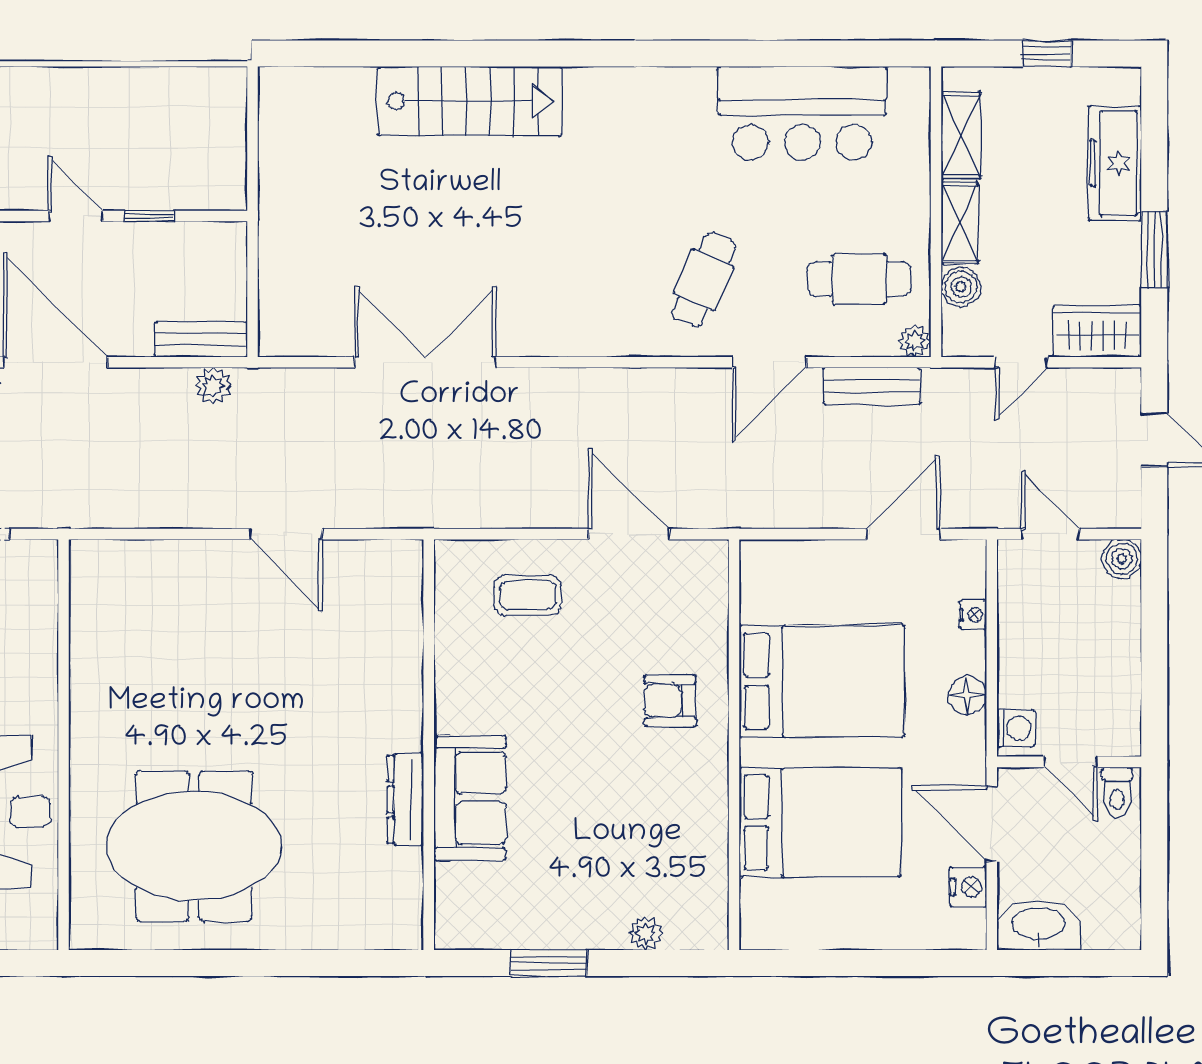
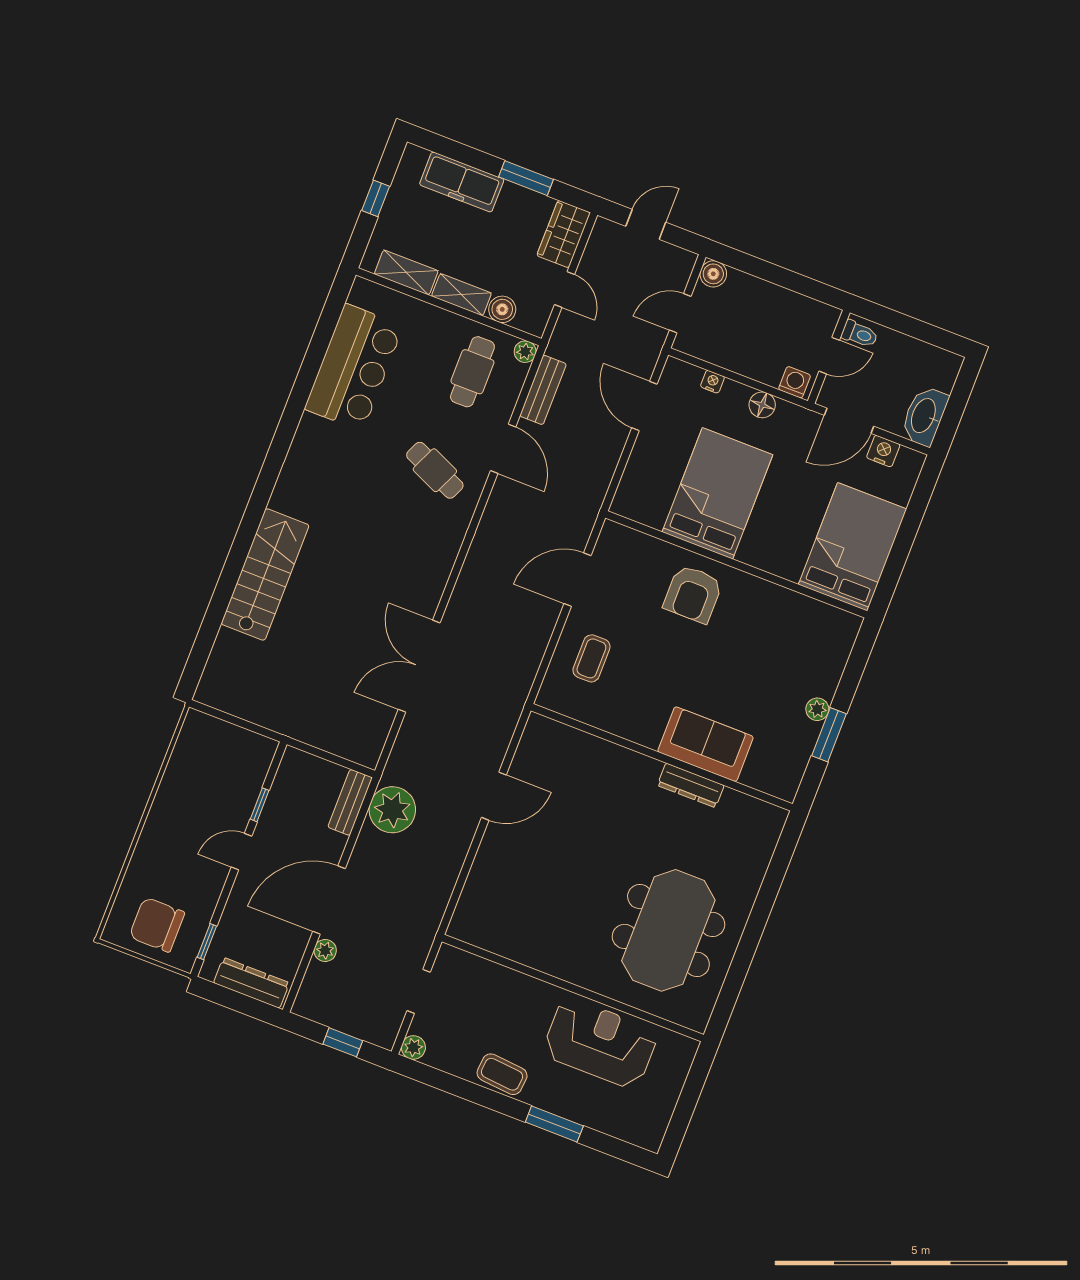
plant: (213, 386) -> (392, 810), width x1.88, depth x1.88
armchair: (670, 701) -> (693, 594), width x1.38, depth x1.38
bed: (820, 822) -> (852, 547), moved
plant: (646, 933) -> (817, 709), moved

